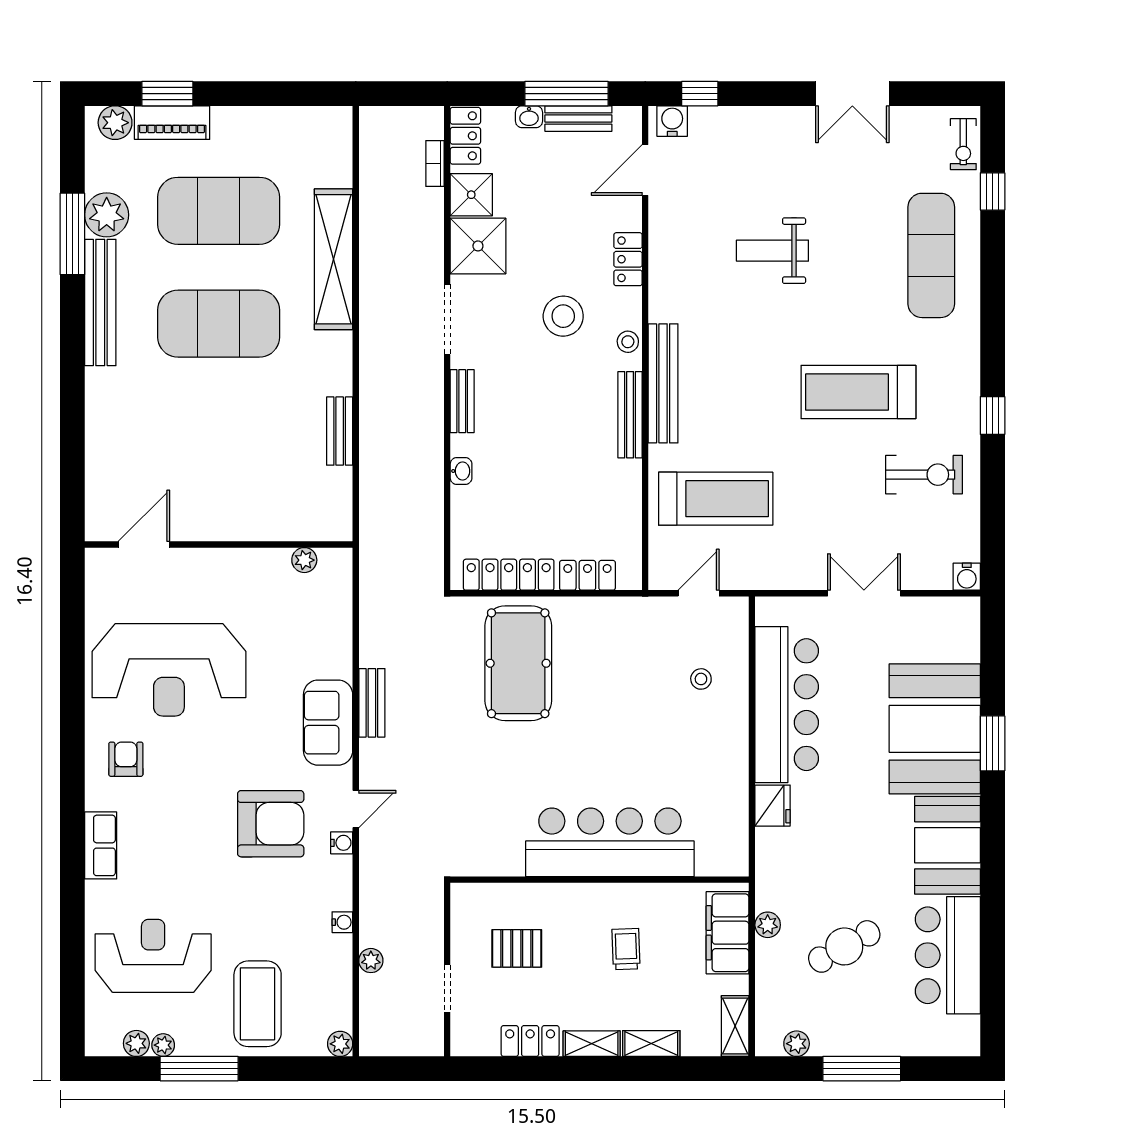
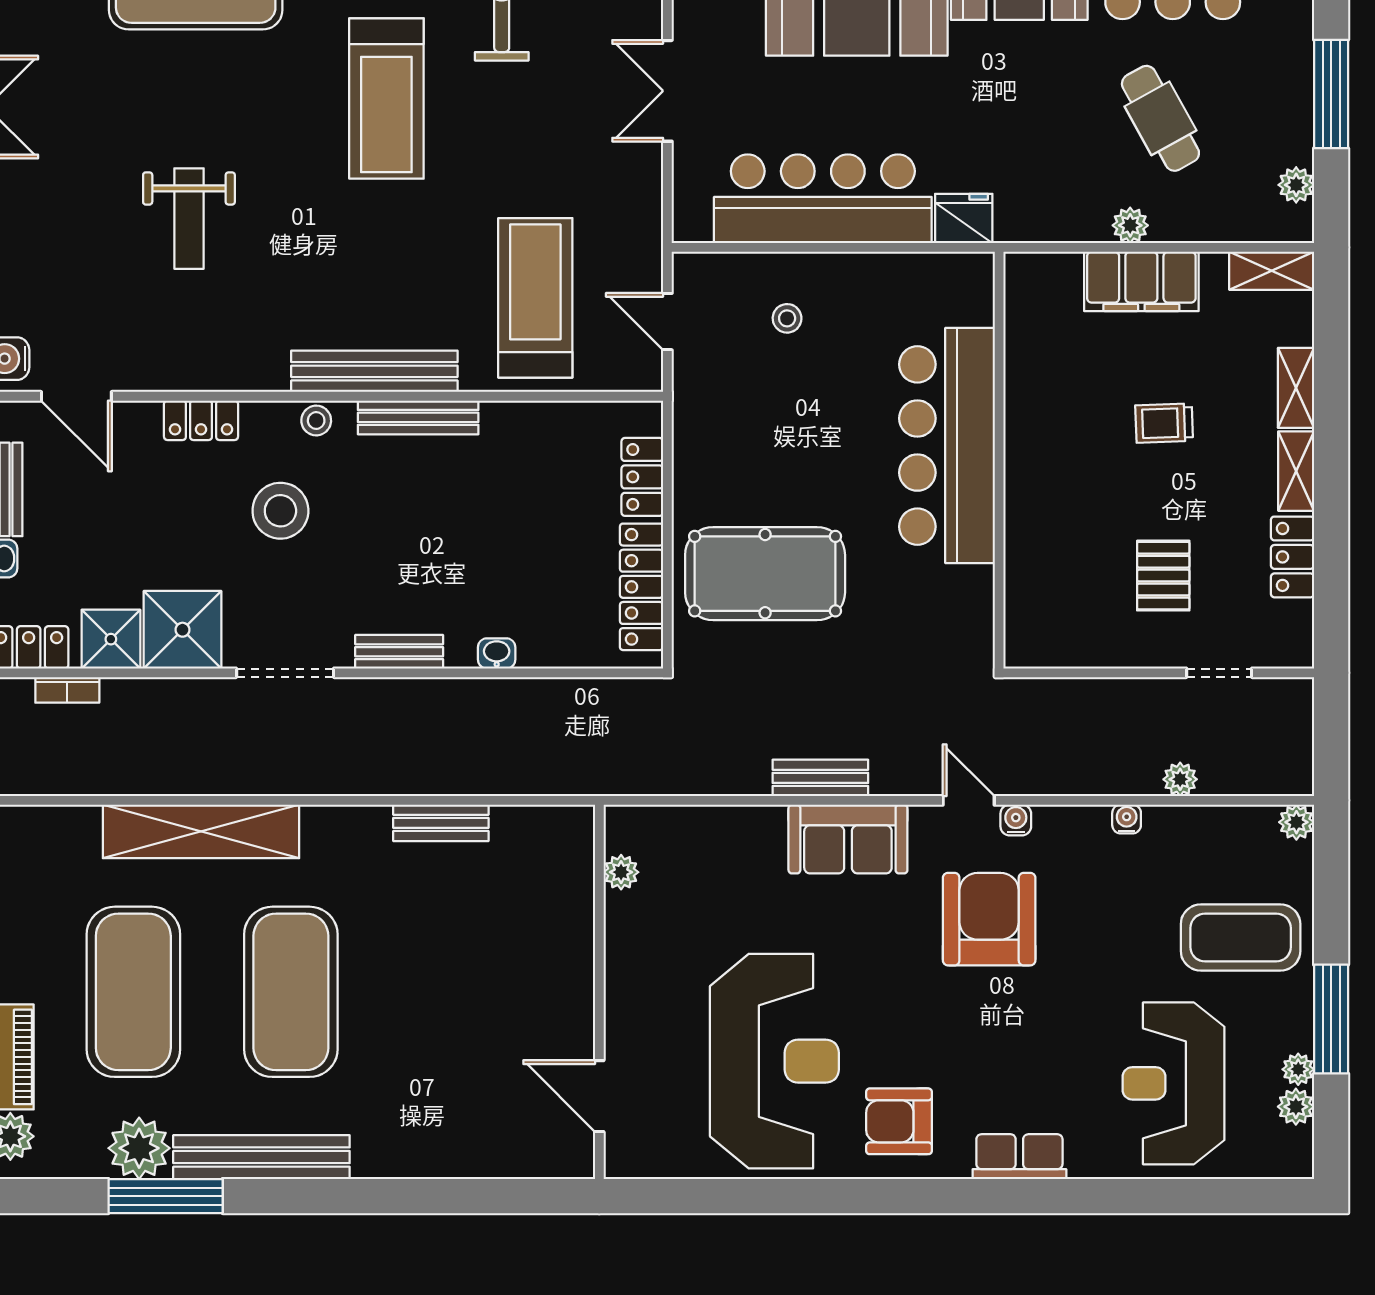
armchair: (126, 759) -> (899, 1121), width x1.38, depth x1.38
bar counter: (610, 842) -> (947, 446), moved
wall: (599, 880) -> (999, 460), moved

